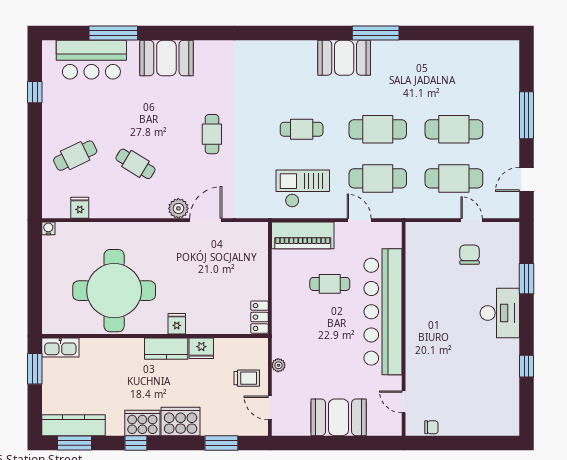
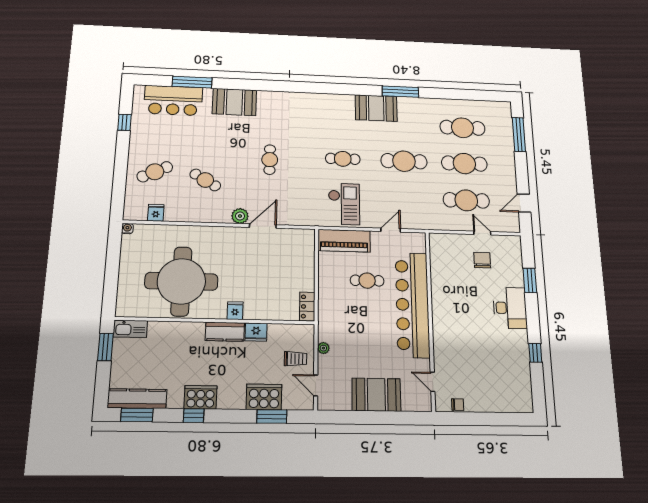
window: (526, 115) -> (519, 135), moved
cafe table: (378, 178) -> (462, 128), moved
checkout: (303, 189) -> (344, 204), turned 90
door: (359, 220) -> (391, 230), hinge flipped
cooker: (181, 421) -> (264, 397), moved

